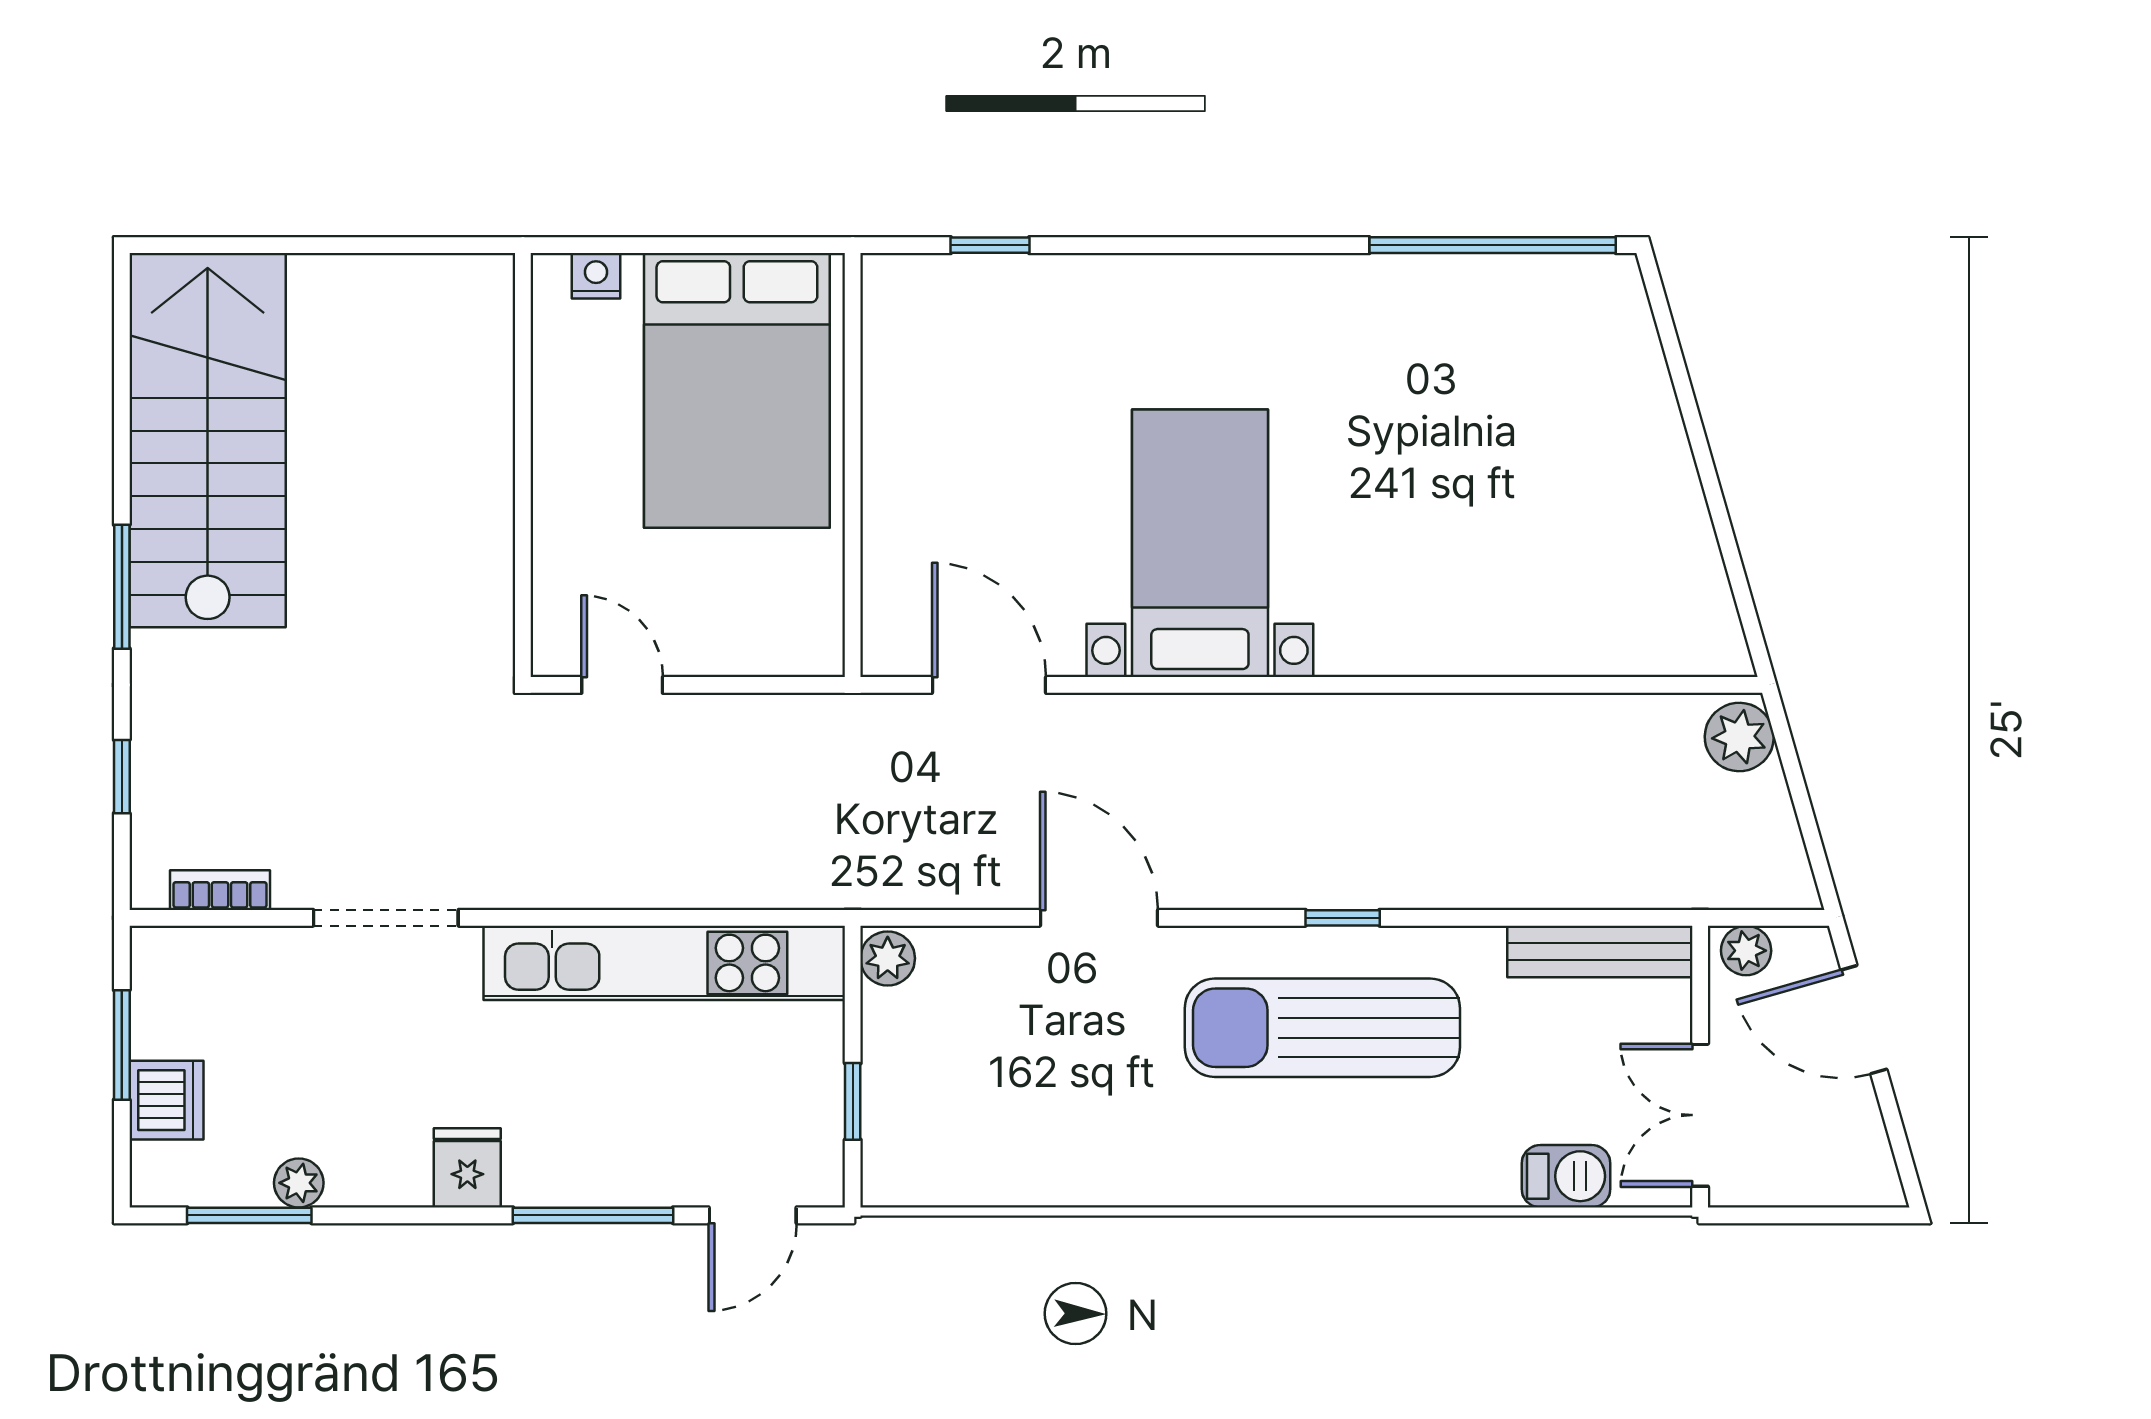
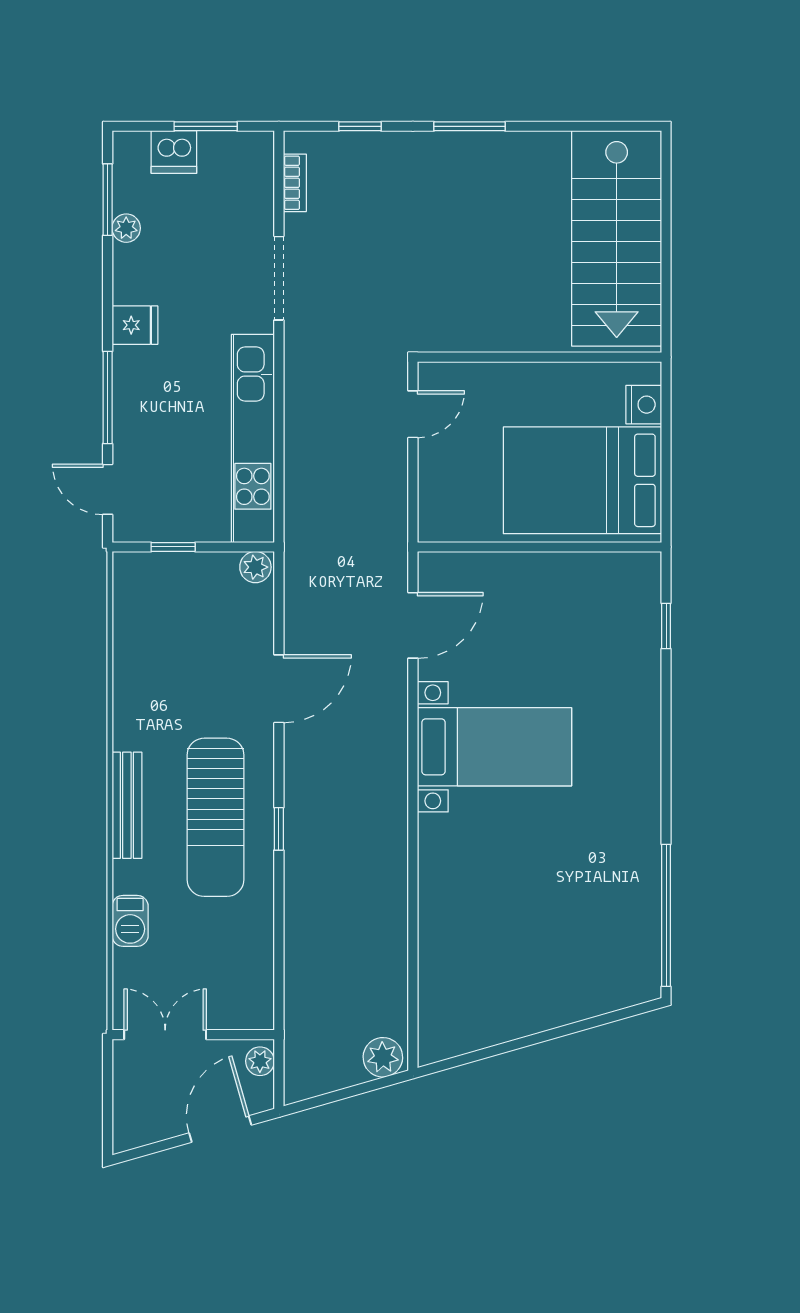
nightstand: (596, 276) -> (644, 405), width x1.39, depth x1.35
stairs: (208, 440) -> (617, 238), moved, turned 90
bench: (1600, 951) -> (127, 805), moved
sun lounger: (1322, 1028) -> (216, 817), turned 180
barbecue: (1566, 1176) -> (130, 921), moved

